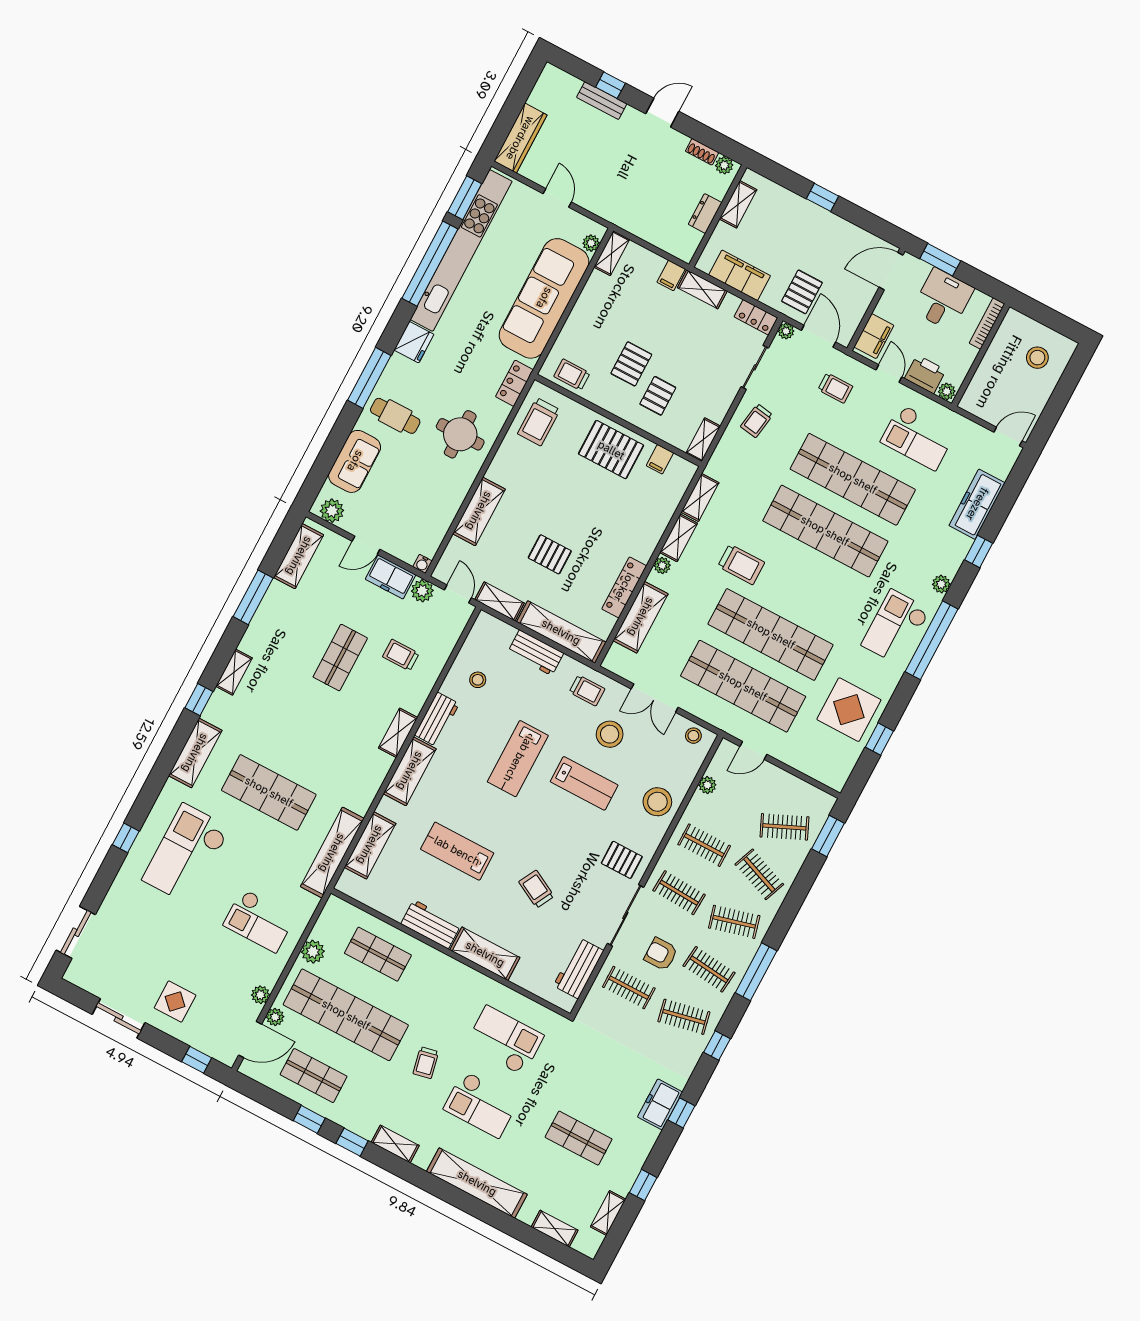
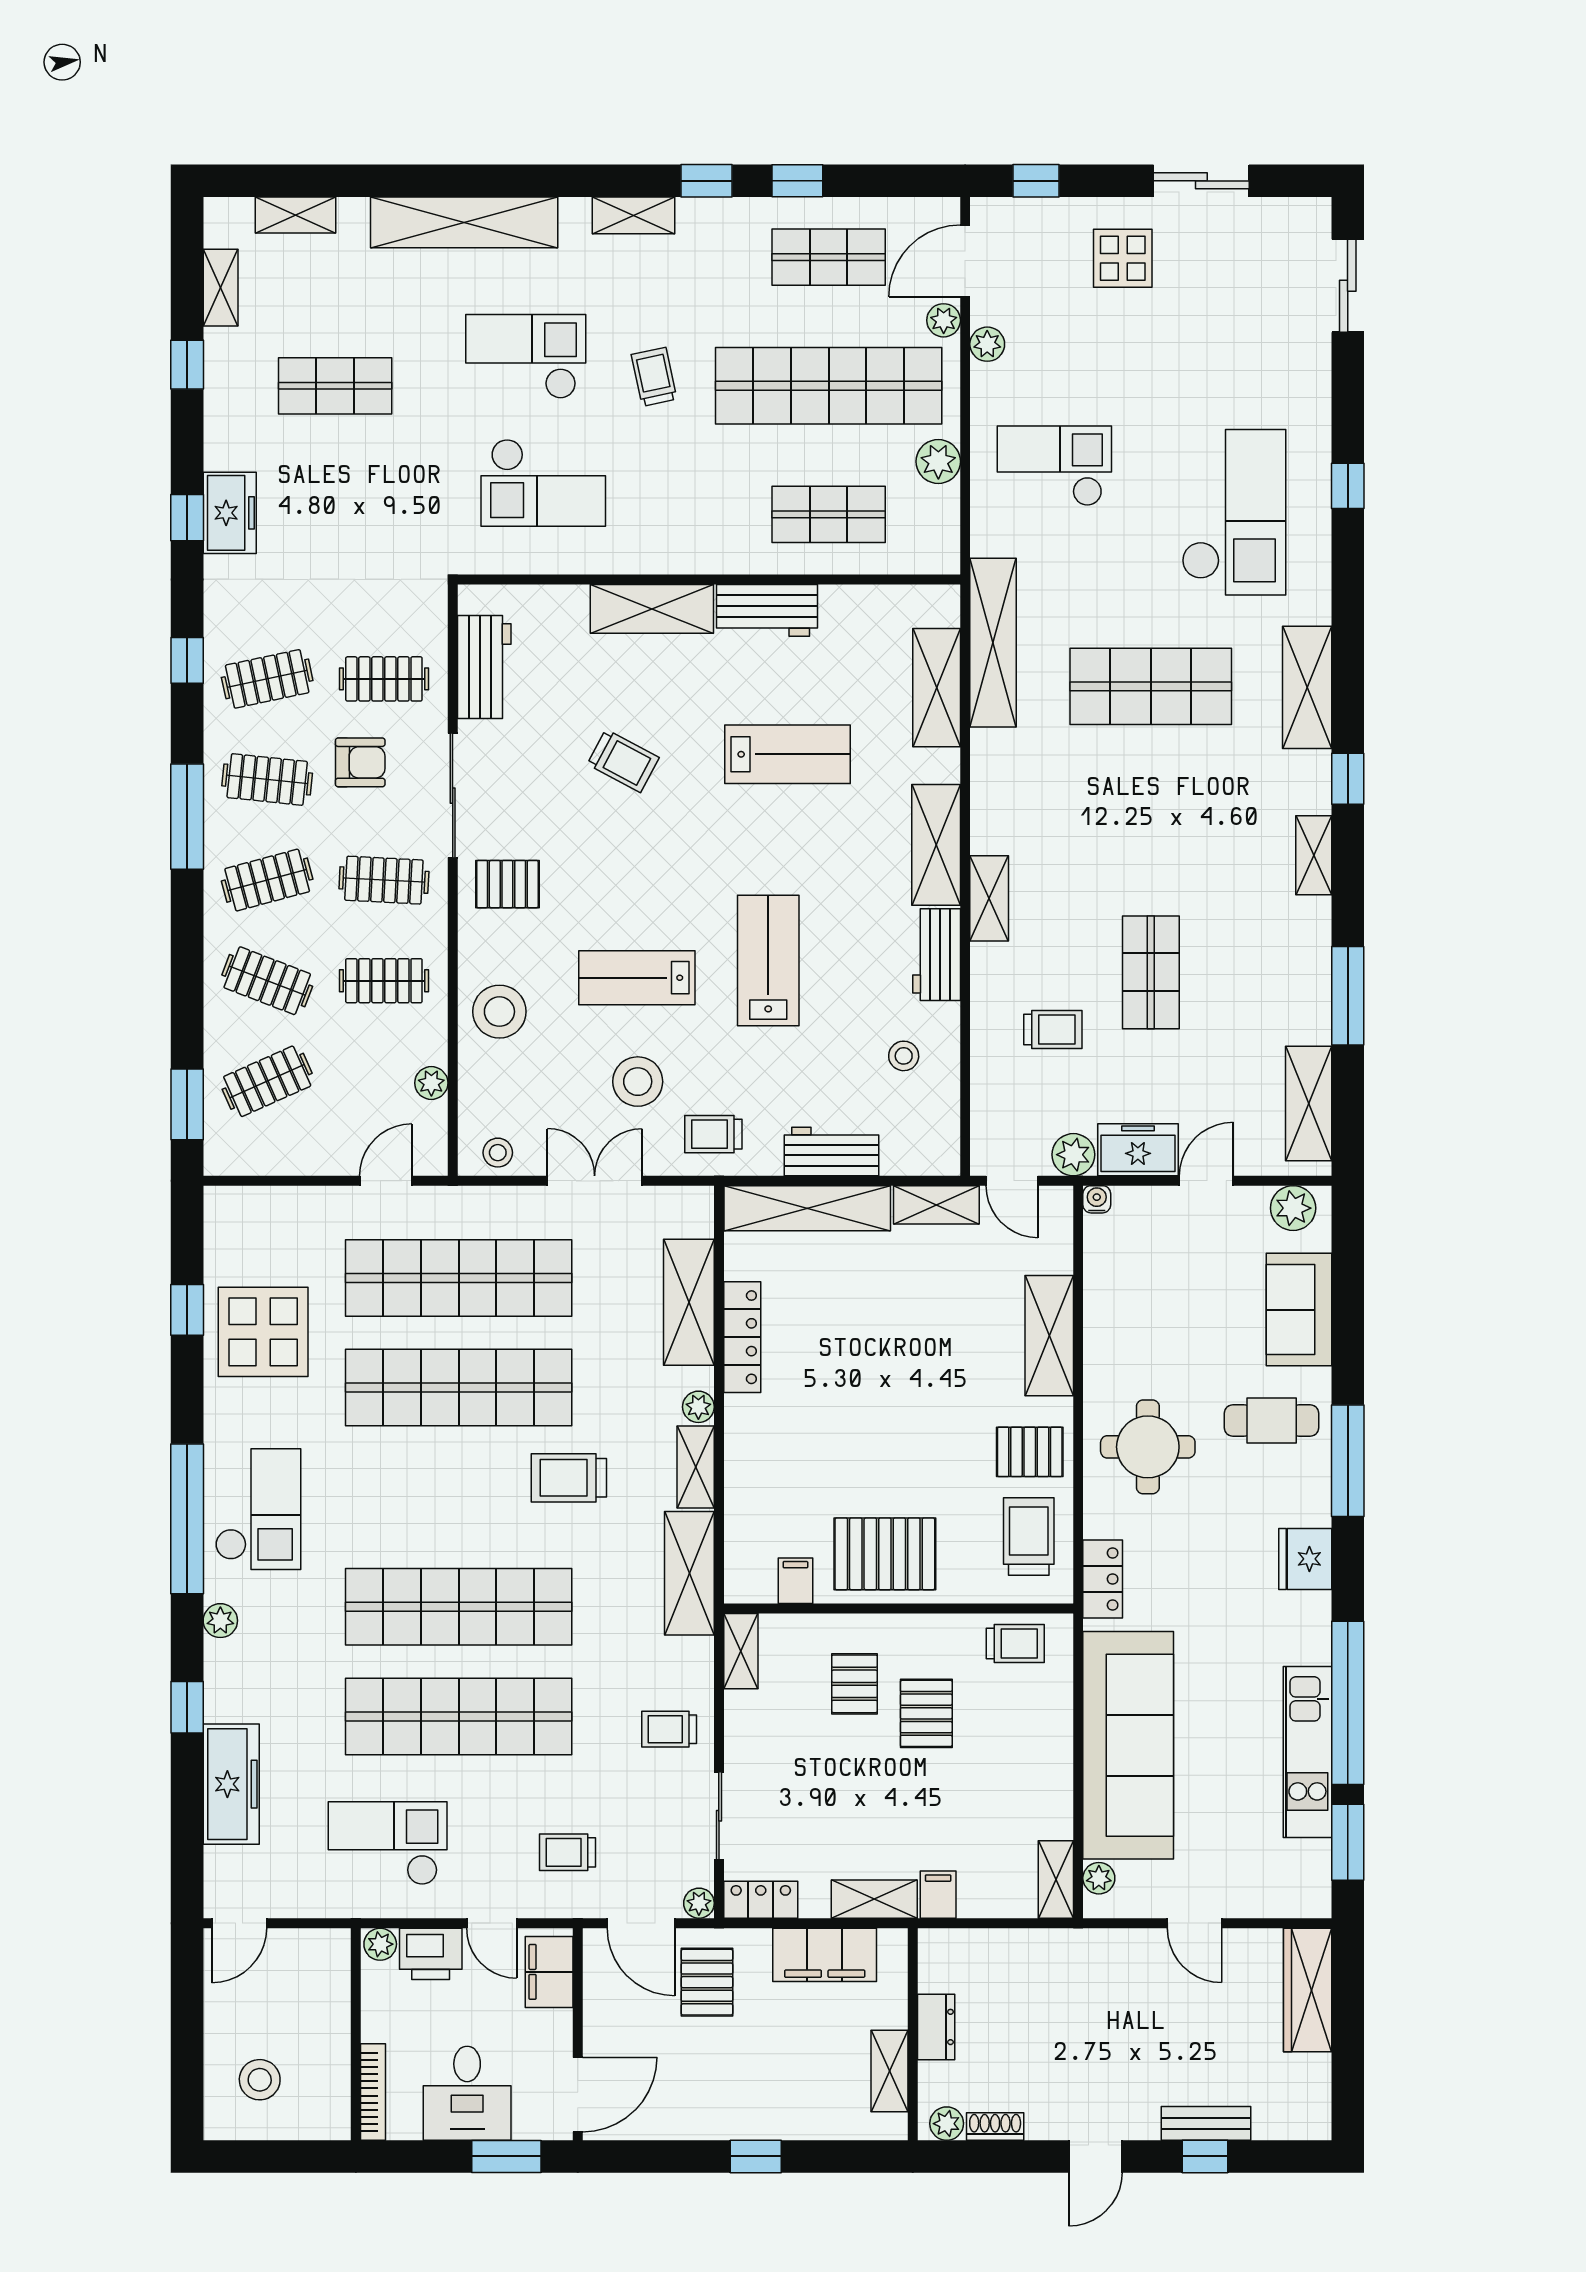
kitchen unit: (461, 250) -> (1307, 1752), width x0.54
trolley: (757, 421) -> (669, 1729), turned -99
shelving: (700, 497) -> (689, 1573), width x1.50, depth x1.33
pallet: (550, 554) -> (1030, 1452), moved

